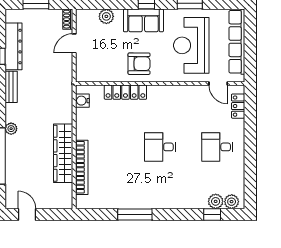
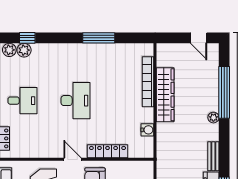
door: (218, 84) -> (72, 159), moved
water cooler: (82, 101) -> (147, 130), moved
desk: (160, 147) -> (75, 101), width x1.37

